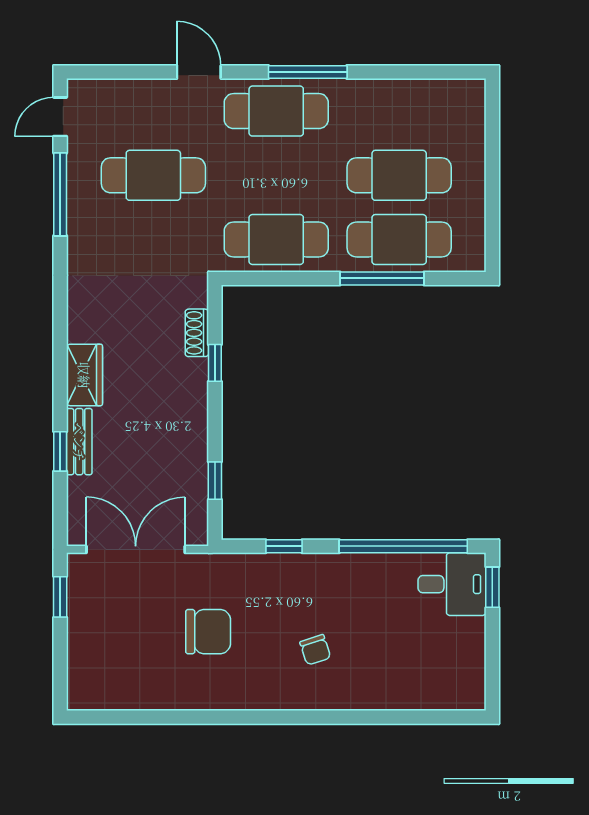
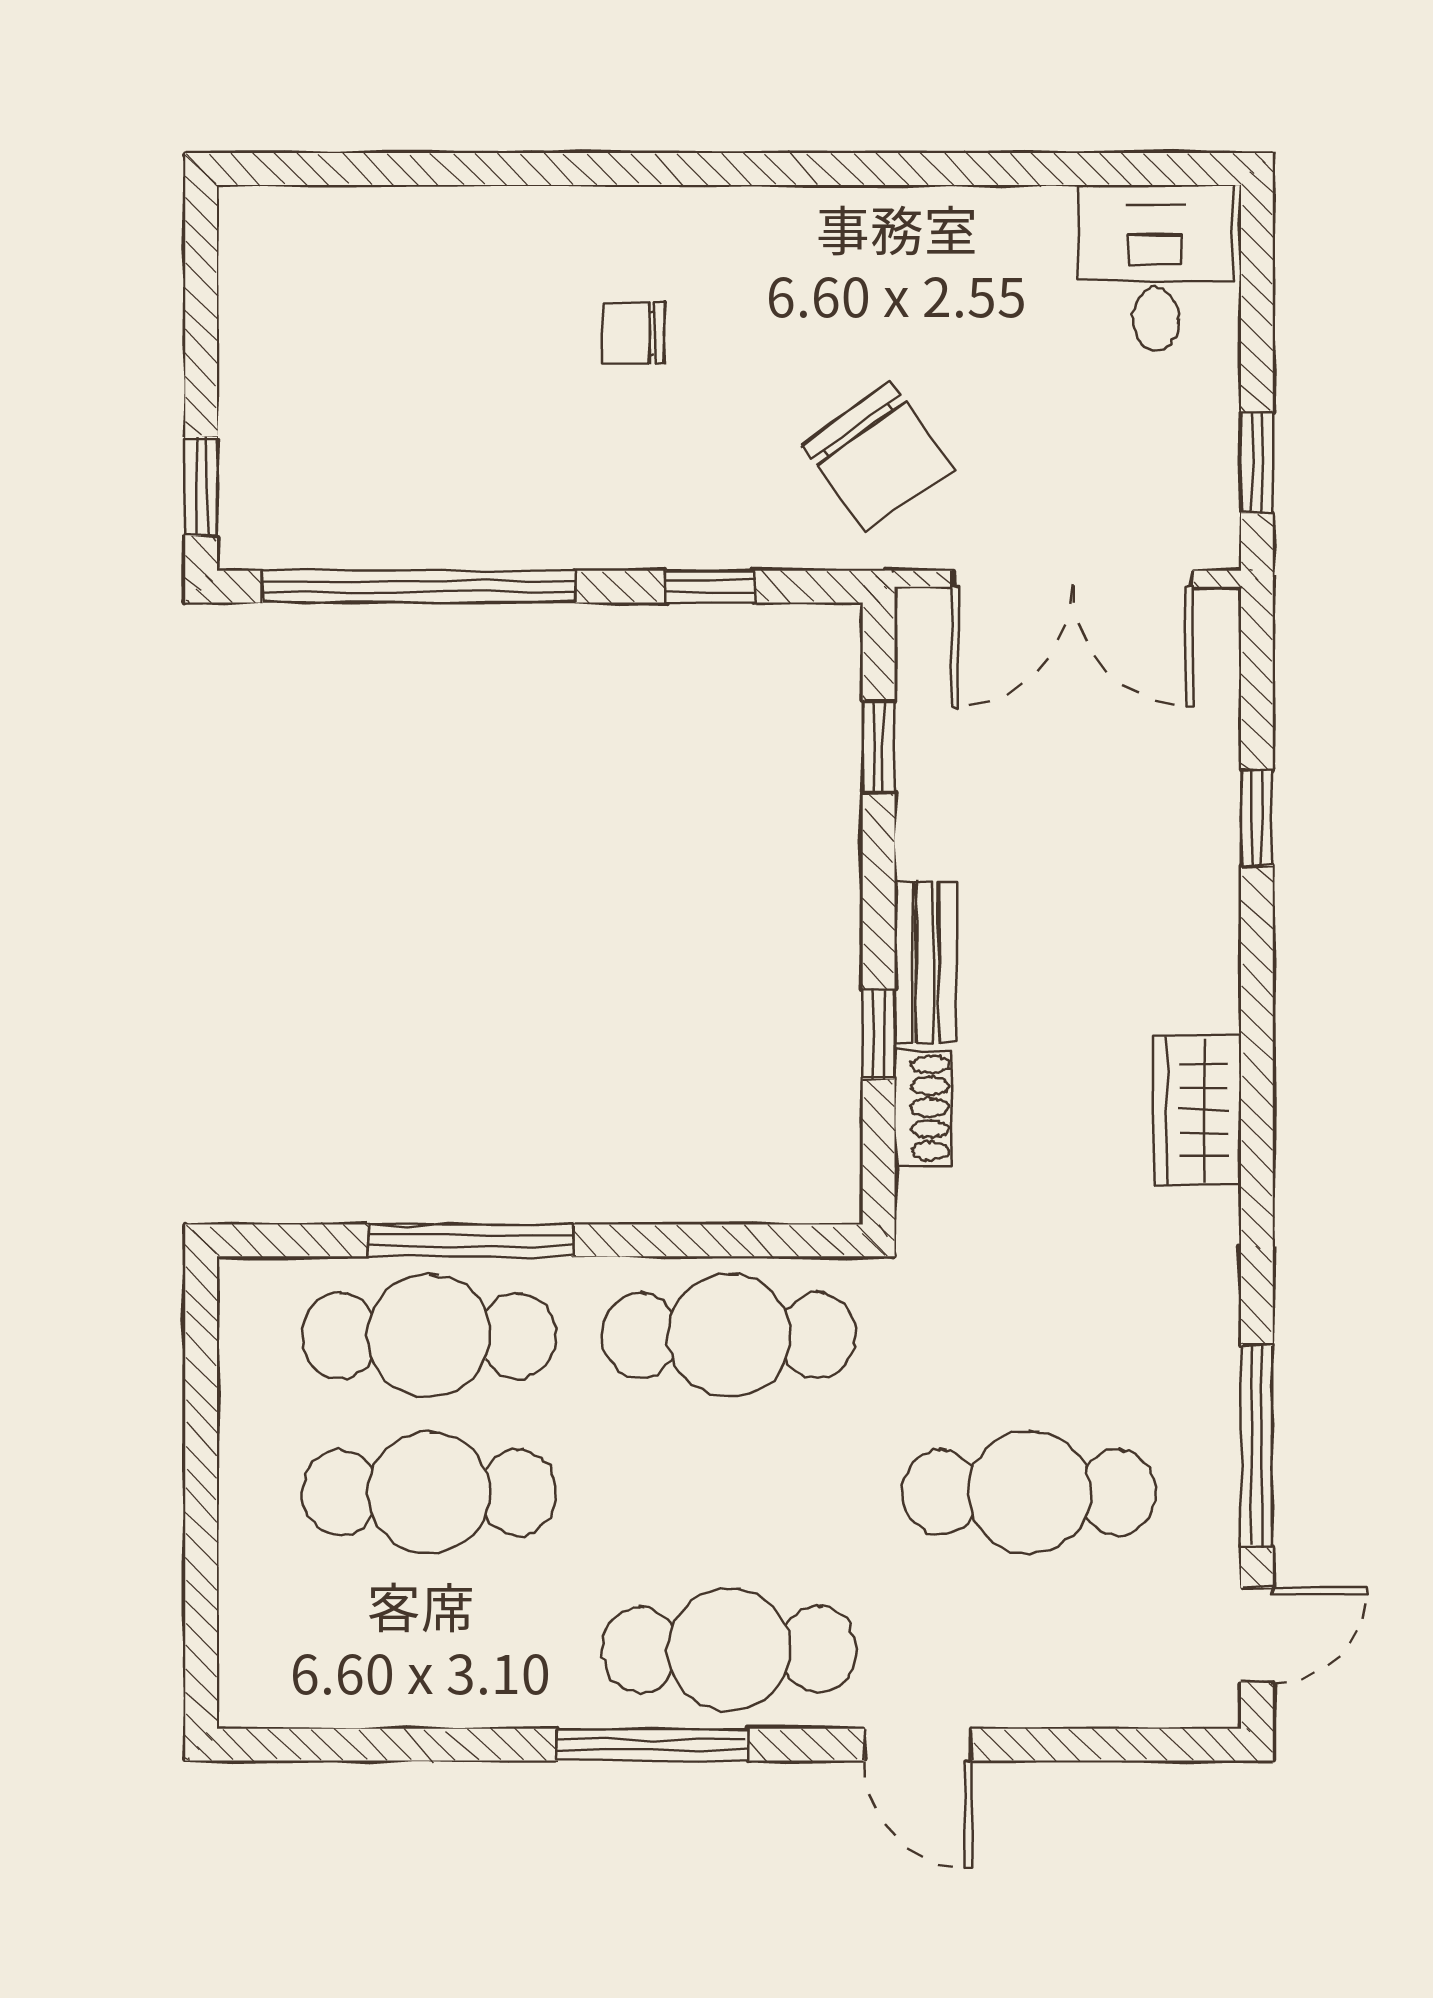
wardrobe: (84, 375) -> (1197, 1110), moved
bench: (79, 442) -> (925, 962), moved
desk: (452, 584) -> (1156, 268), moved, turned 90
chair: (208, 632) -> (878, 457), moved, turned -126
chair: (315, 650) -> (634, 333), turned -72

